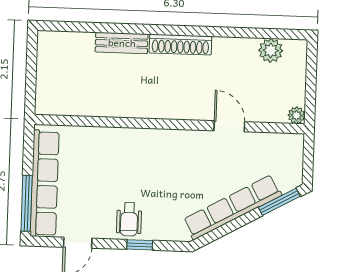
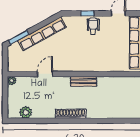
bench: (122, 43) -> (83, 81), moved
door: (229, 126) -> (45, 74), swing flipped

